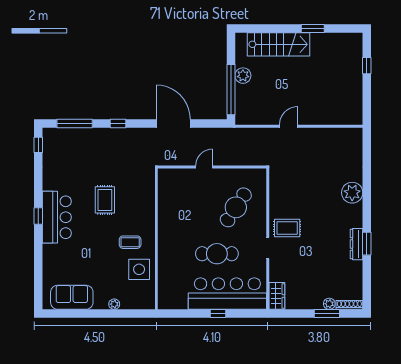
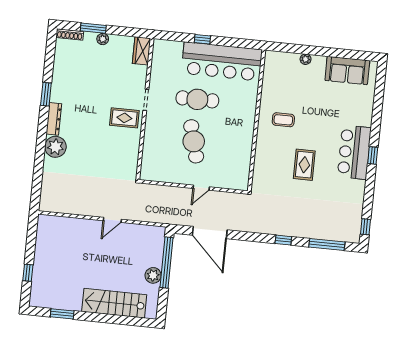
window: (313, 28) -> (62, 314), moved
door: (173, 123) -> (210, 233), moved
cafe table: (236, 207) -> (194, 141), moved, turned -48
dresser: (357, 244) -> (54, 119), moved
side table: (139, 269) -> (277, 92), removed
bar counter: (227, 294) -> (222, 61), moved
plant: (329, 304) -> (103, 39), moved

